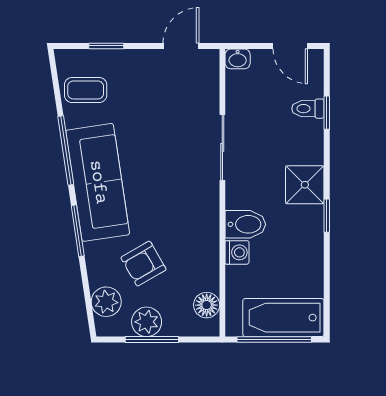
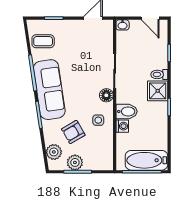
toilet: (308, 109) -> (159, 74), moved
side table: (191, 241) -> (98, 120), added
floor lamp: (207, 305) -> (106, 95), moved

